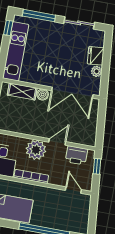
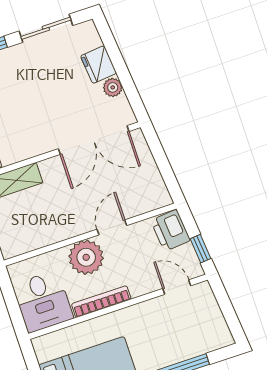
boiler: (43, 95) -> (50, 168), removed
printer: (76, 155) -> (171, 230), moved, turned 85
window: (97, 166) -> (201, 249), moved

